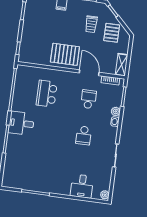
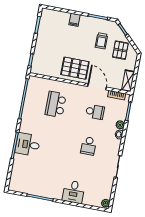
school desk: (88, 99) -> (95, 112), turned 90
desk: (21, 123) -> (28, 144), moved
desk: (82, 186) -> (74, 192), moved

